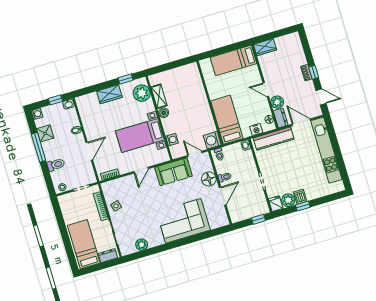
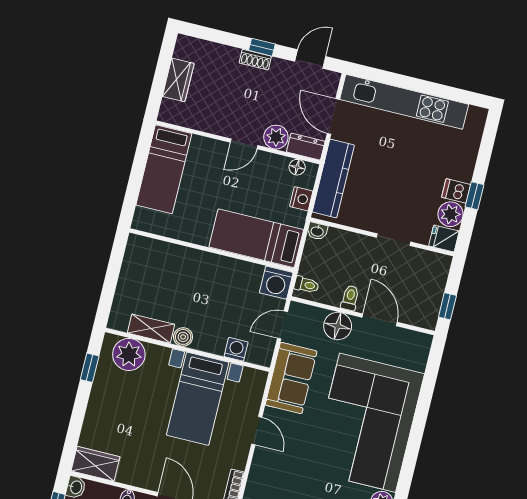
wardrobe: (265, 47) -> (178, 80), moved
wardrobe: (109, 94) -> (96, 464), moved, turned -90
door: (301, 122) -> (333, 117), hinge flipped
window: (258, 219) -> (447, 306), moved
corner sofa: (183, 221) -> (368, 423), width x1.36, depth x1.36

